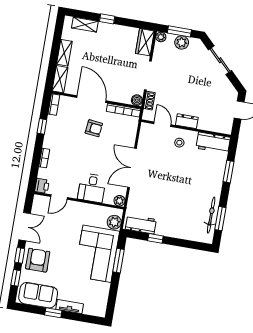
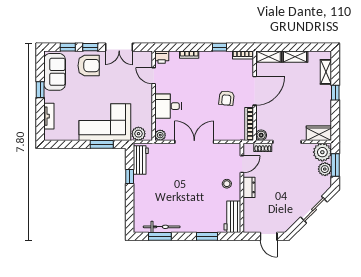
plant: (161, 37) -> (322, 152), width x1.87, depth x1.87
tv unit: (70, 307) -> (49, 116), moved

